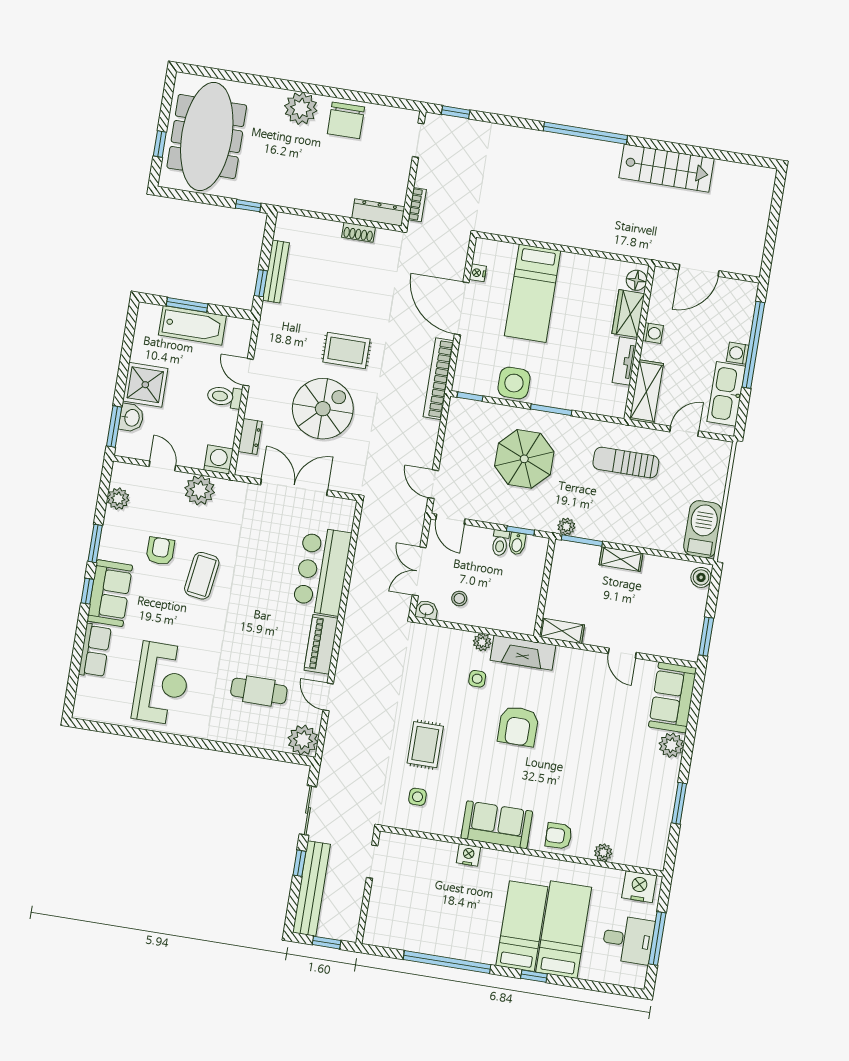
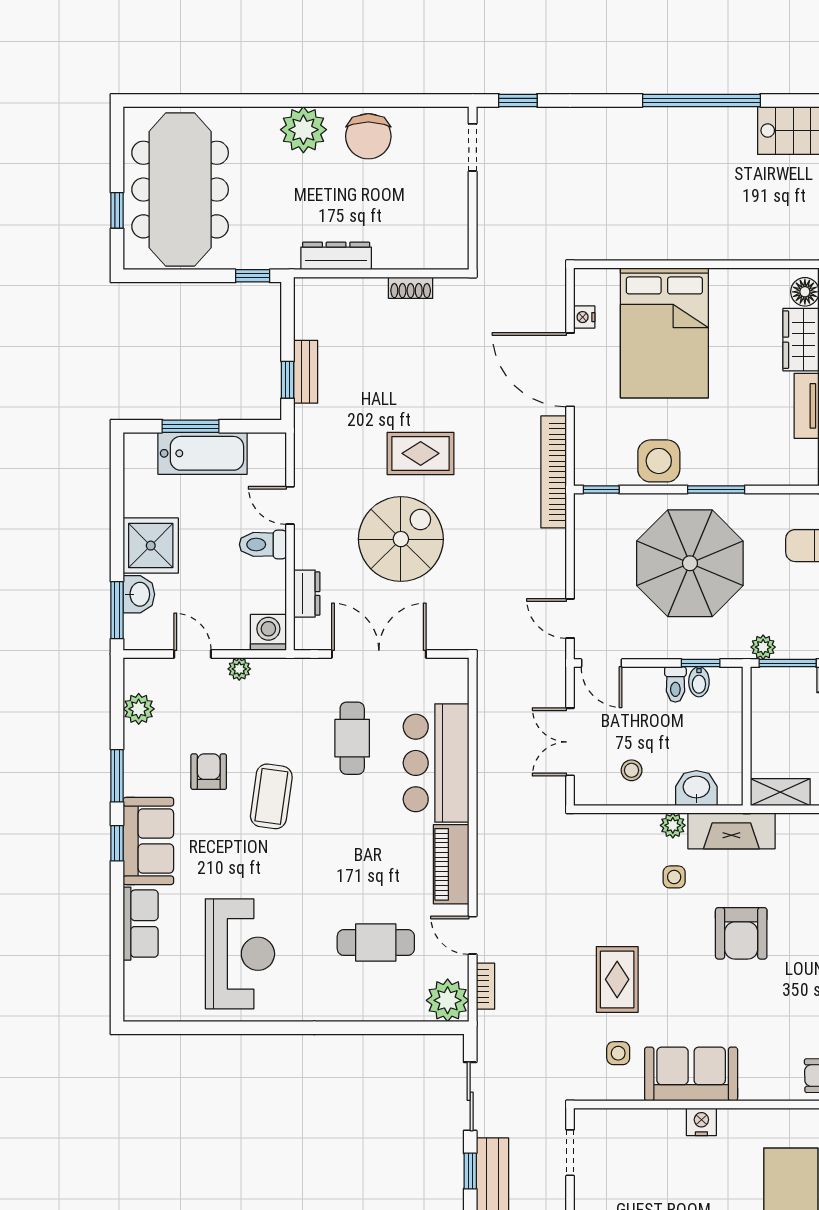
bookcase: (417, 205) -> (485, 986), moved
dresser: (378, 212) -> (336, 256), moved
bench: (276, 272) -> (306, 372), width x0.73
bed: (533, 293) -> (664, 333), width x1.50
parasol: (524, 459) -> (690, 563), width x1.36, depth x1.36
plant: (200, 490) -> (239, 669), width x0.53, depth x0.53
cafe table: (266, 544) -> (352, 738), added
washbasin: (426, 610) -> (696, 788), moved, width x1.38, depth x1.45
sofa: (497, 825) -> (691, 1074), moved

